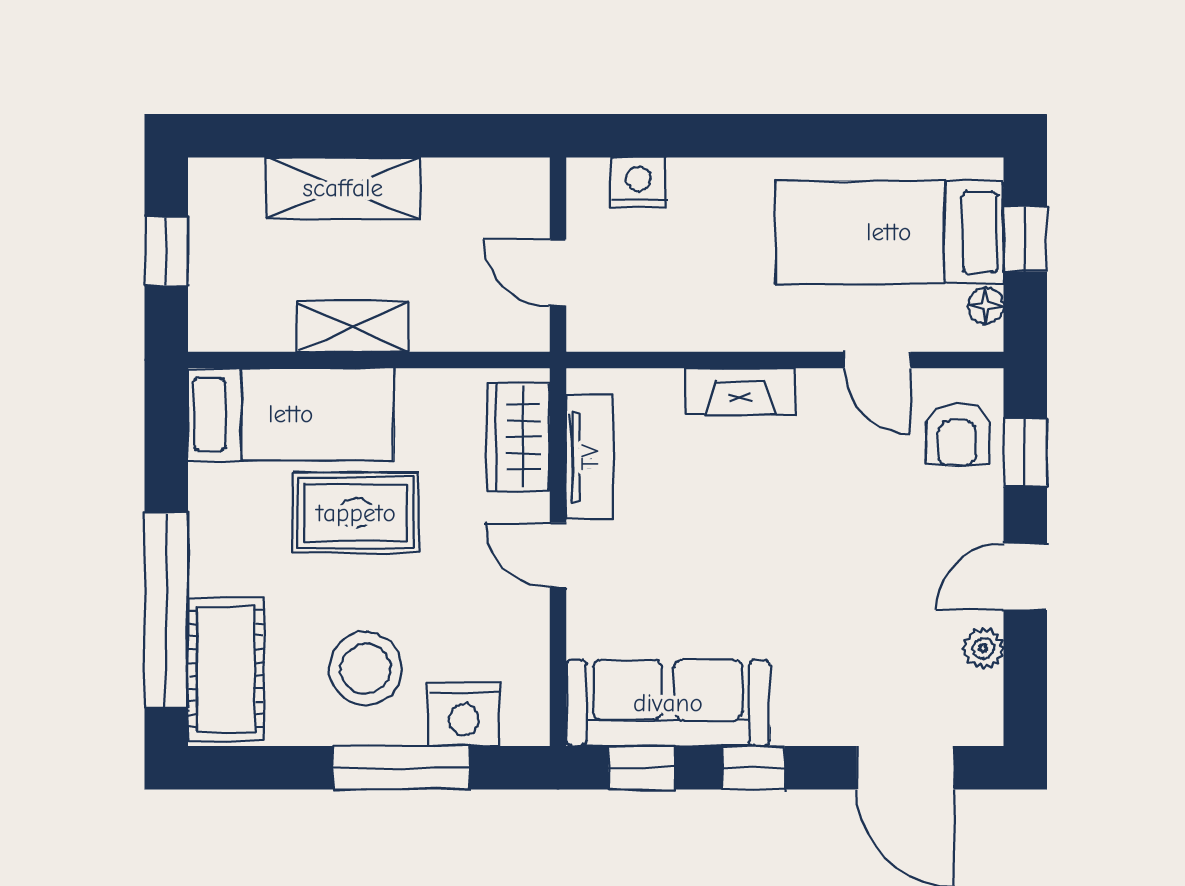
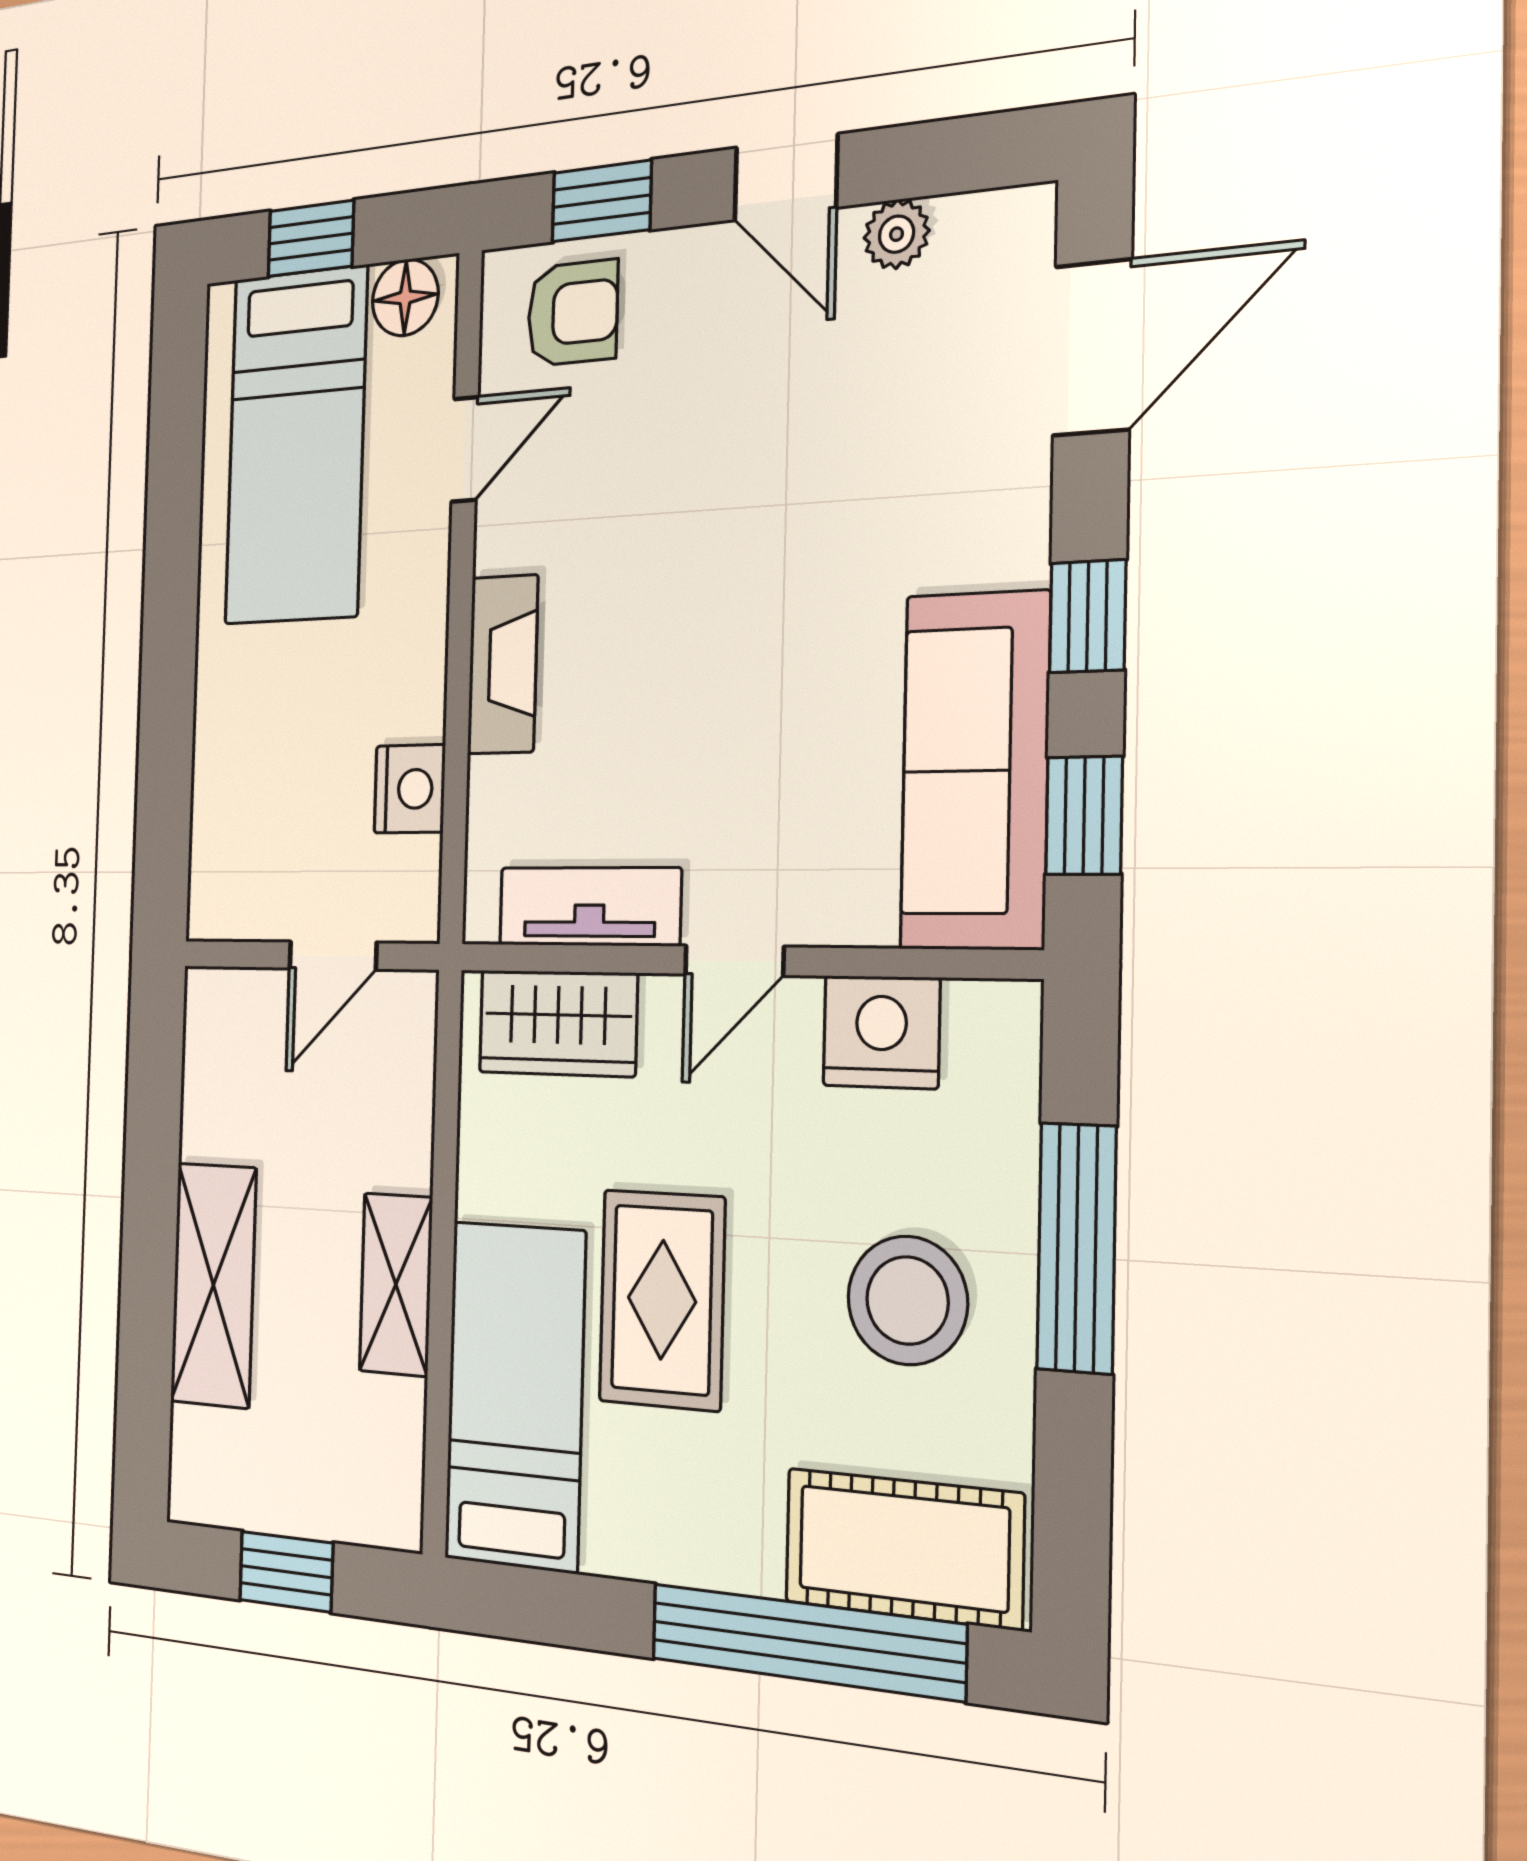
nightstand: (638, 183) -> (410, 789), moved, turned 180
floor lamp: (986, 306) -> (405, 297), width x1.37, depth x1.37
nightstand: (464, 714) -> (881, 1032), moved, turned -90

